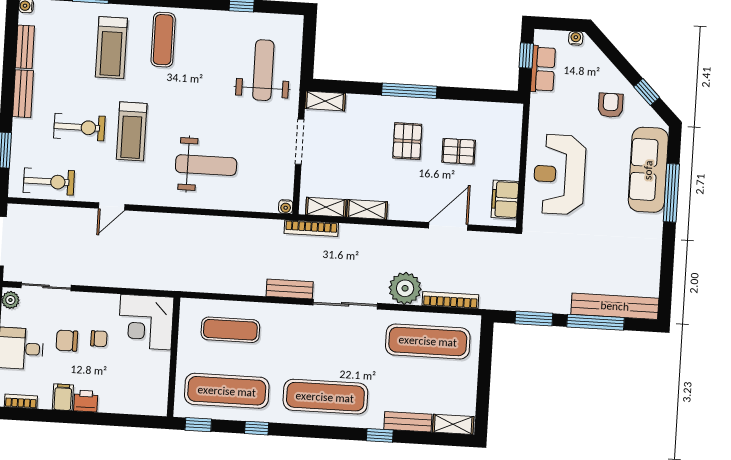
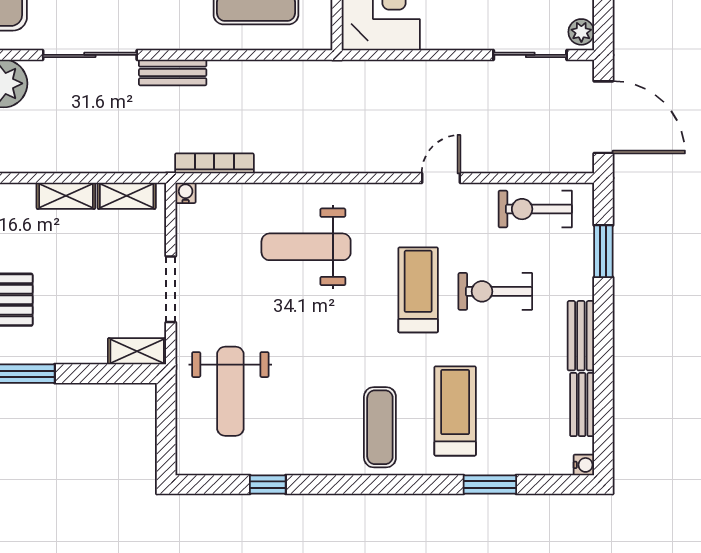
bookcase: (311, 228) -> (214, 163), moved

